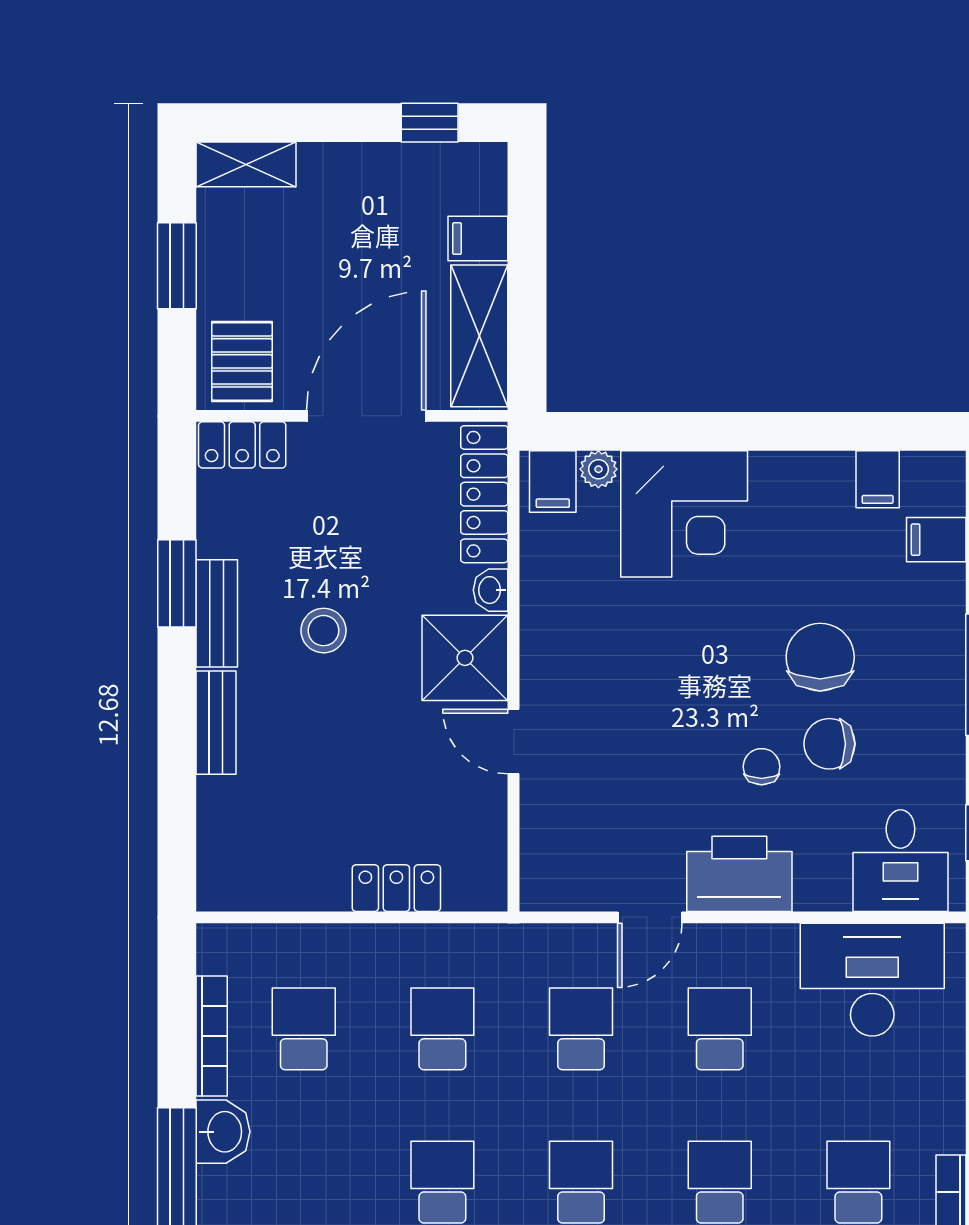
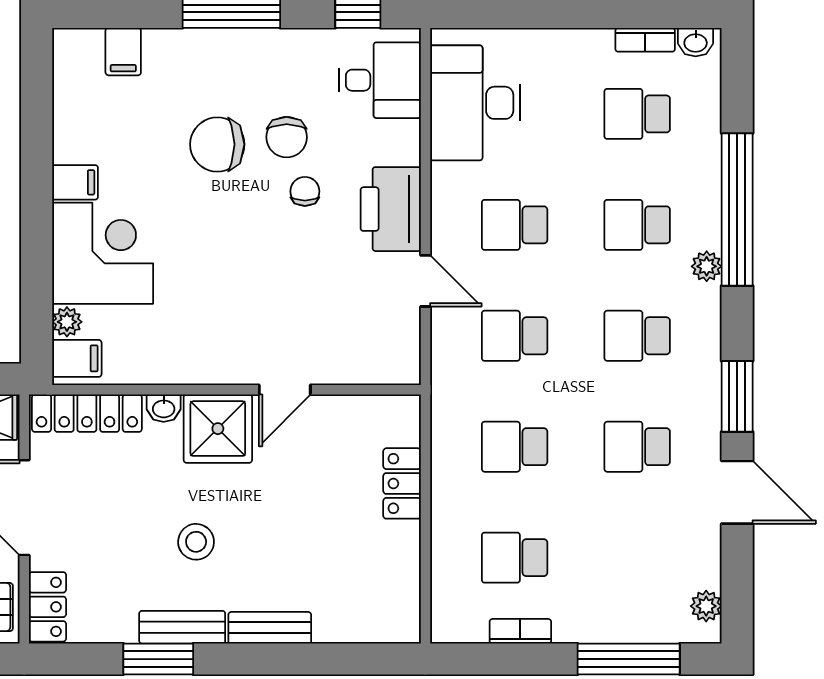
filing cabinet: (878, 479) -> (75, 182), moved
chair: (762, 767) -> (305, 191), turned 90
bookcase: (212, 1036) -> (520, 631), width x0.64
washbasin: (223, 1132) -> (597, 622), removed

